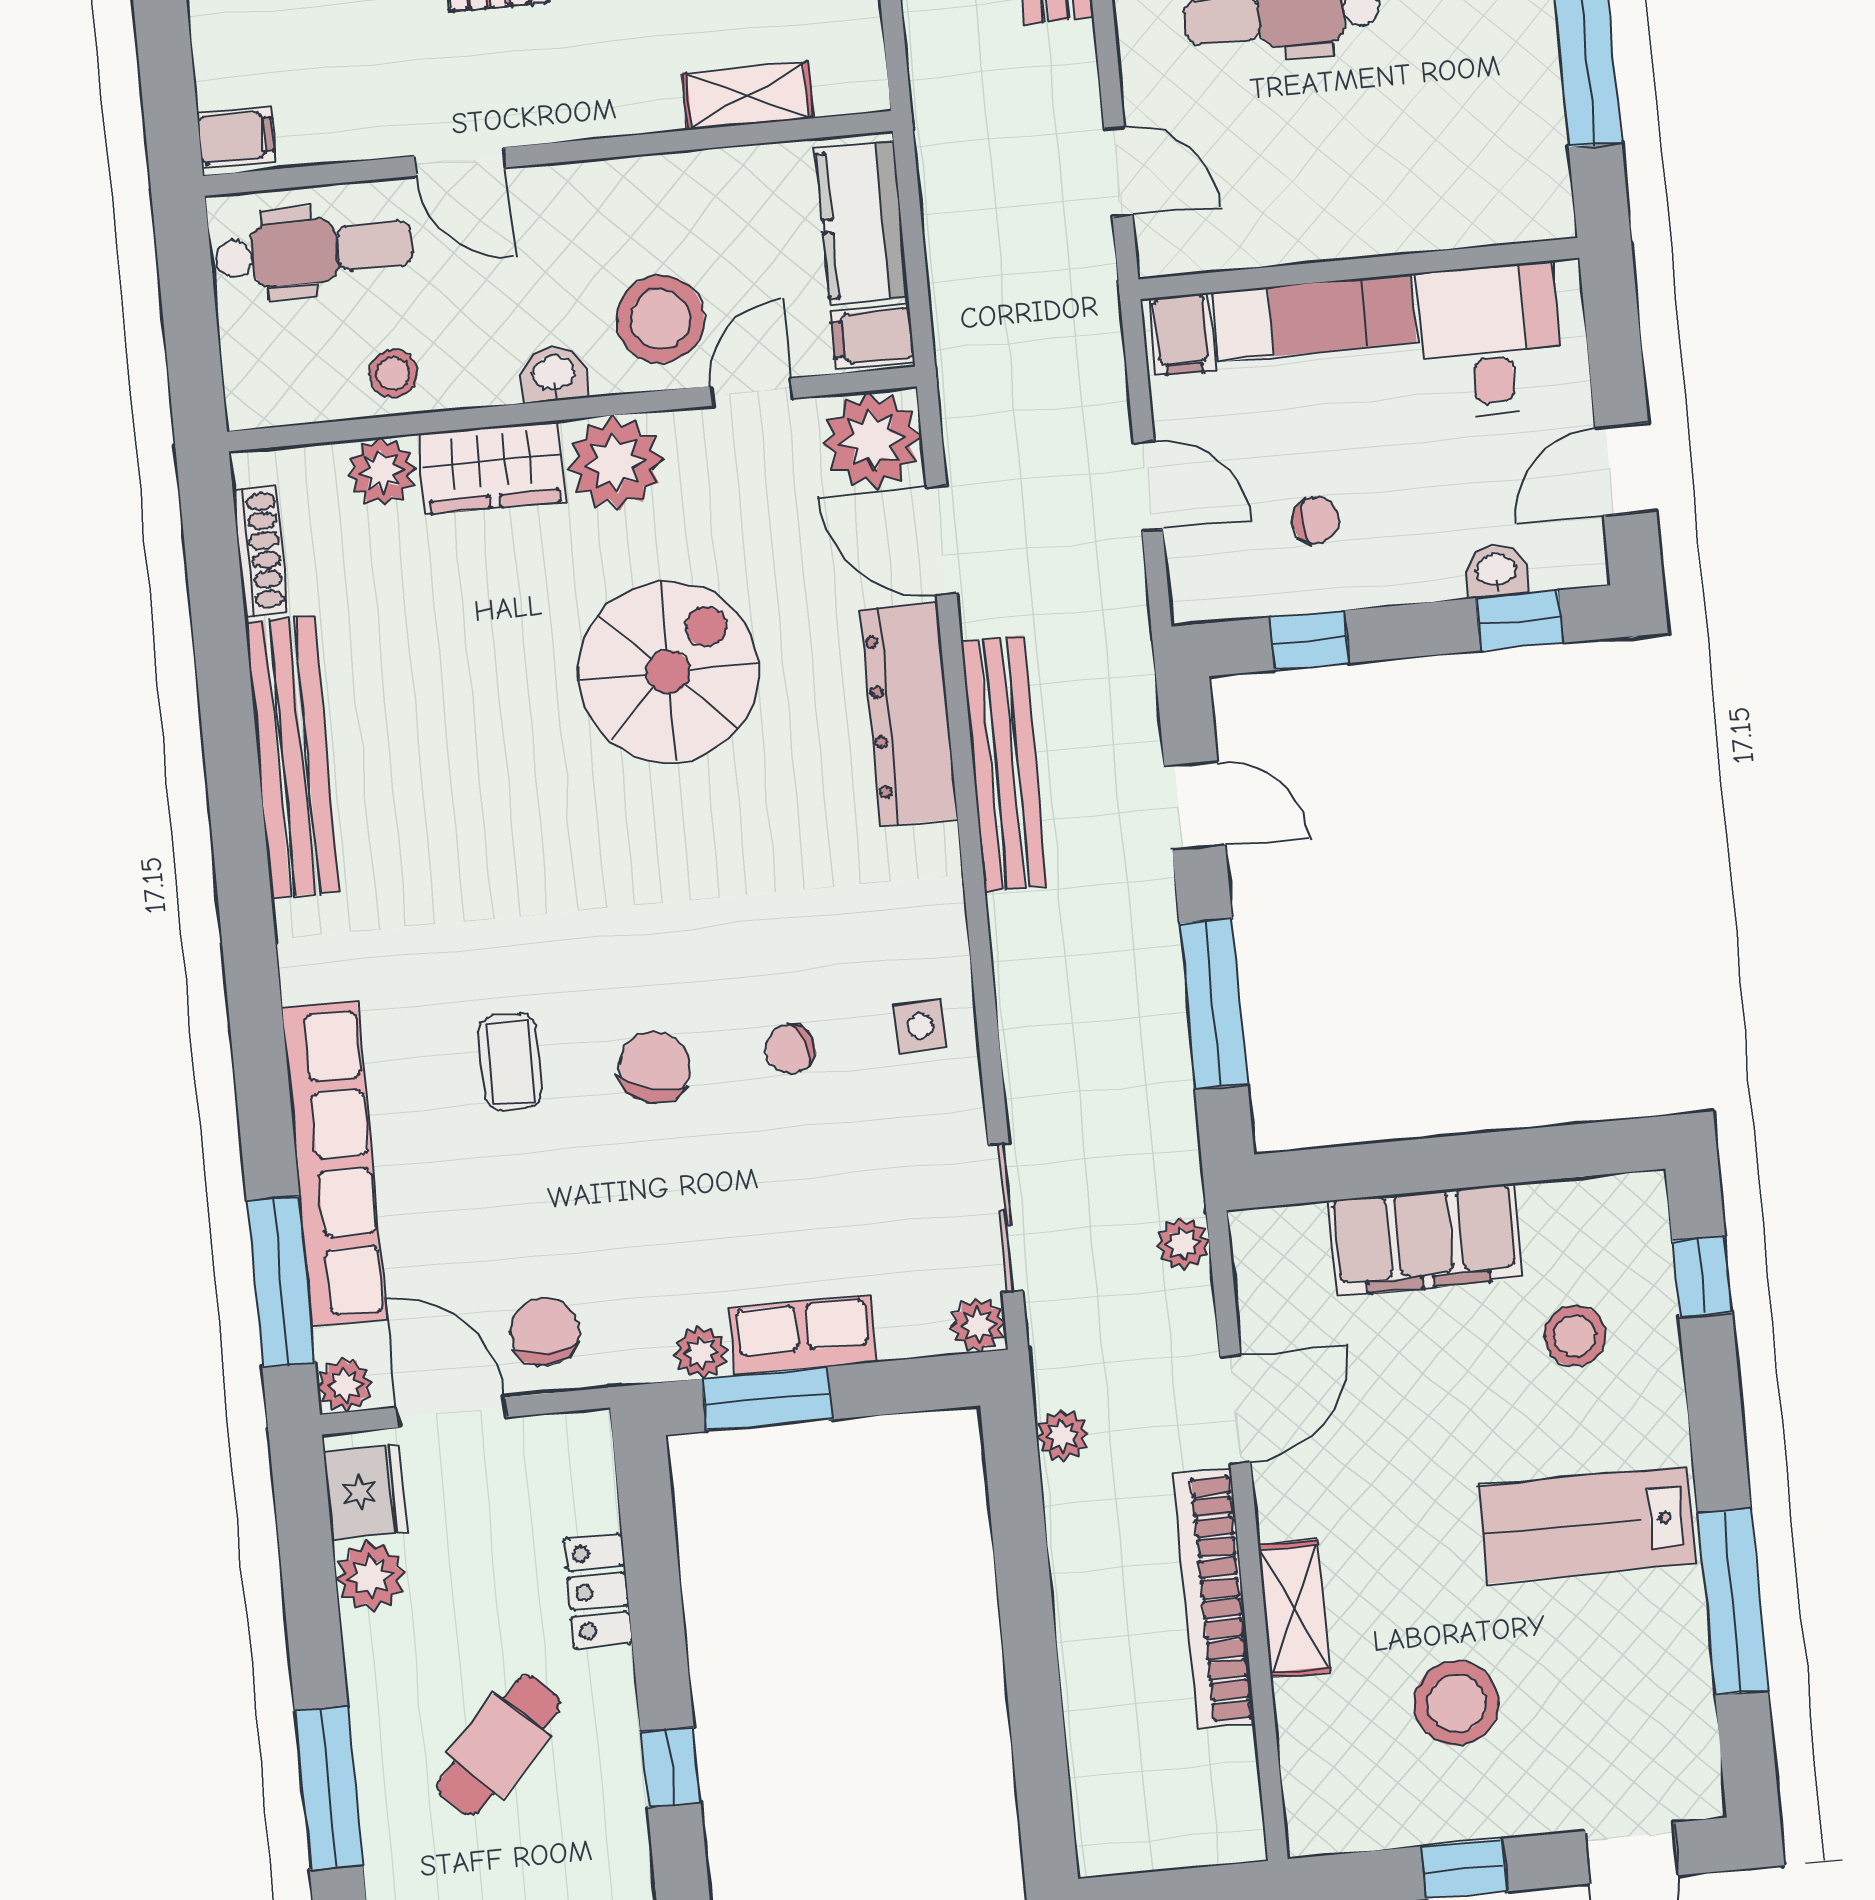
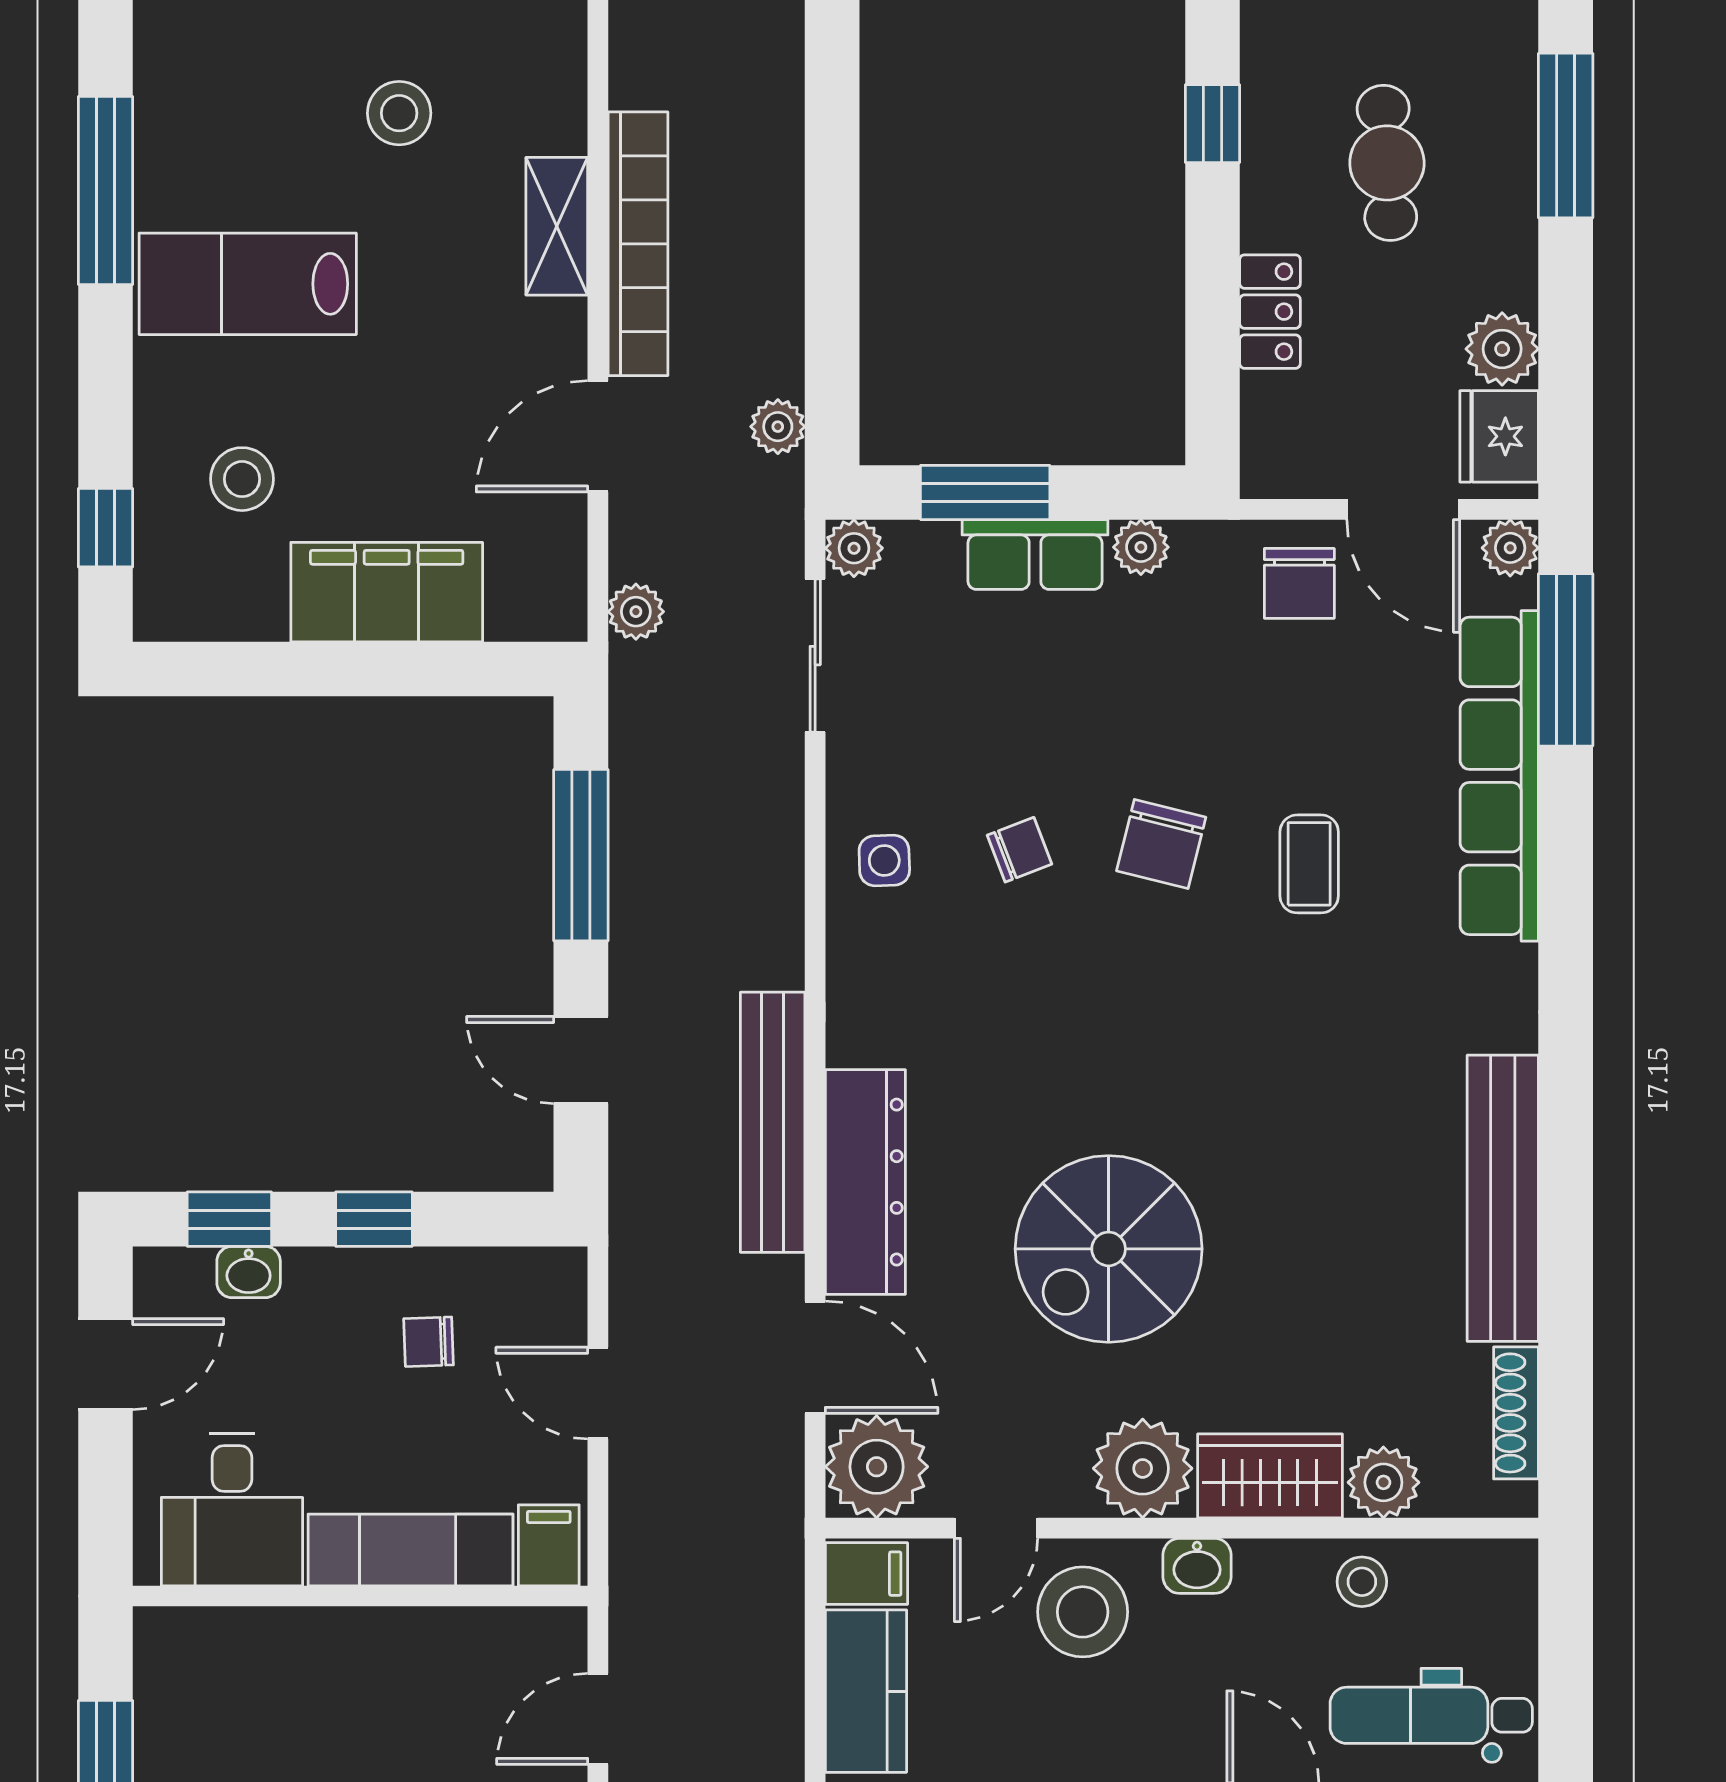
door: (1118, 172) -> (598, 1719), hinge flipped
window: (1310, 640) -> (374, 1219), moved
window: (767, 1399) -> (985, 492), moved
lab bench: (1587, 1525) -> (248, 284), turned 180
stool: (1457, 1703) -> (399, 113), width x0.73, depth x0.73
cafe table: (499, 1745) -> (1387, 163), turned -47

